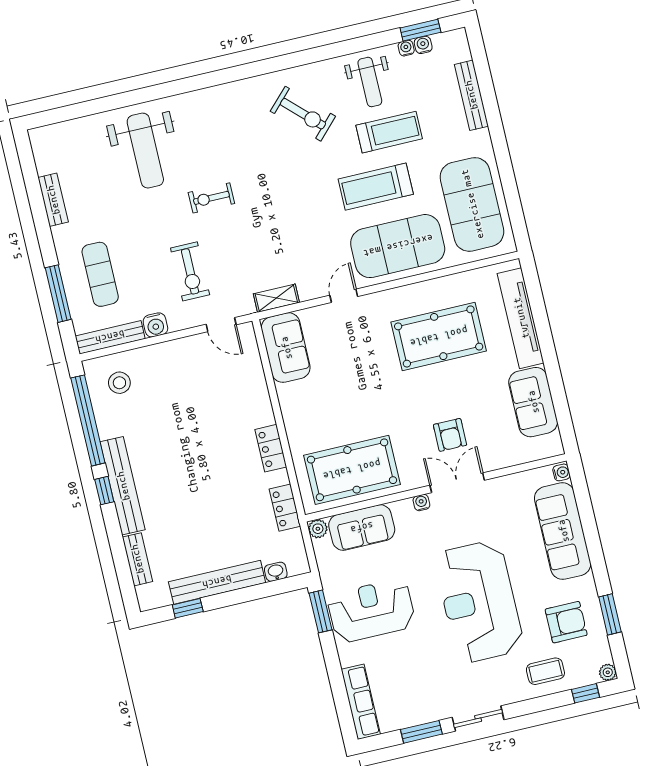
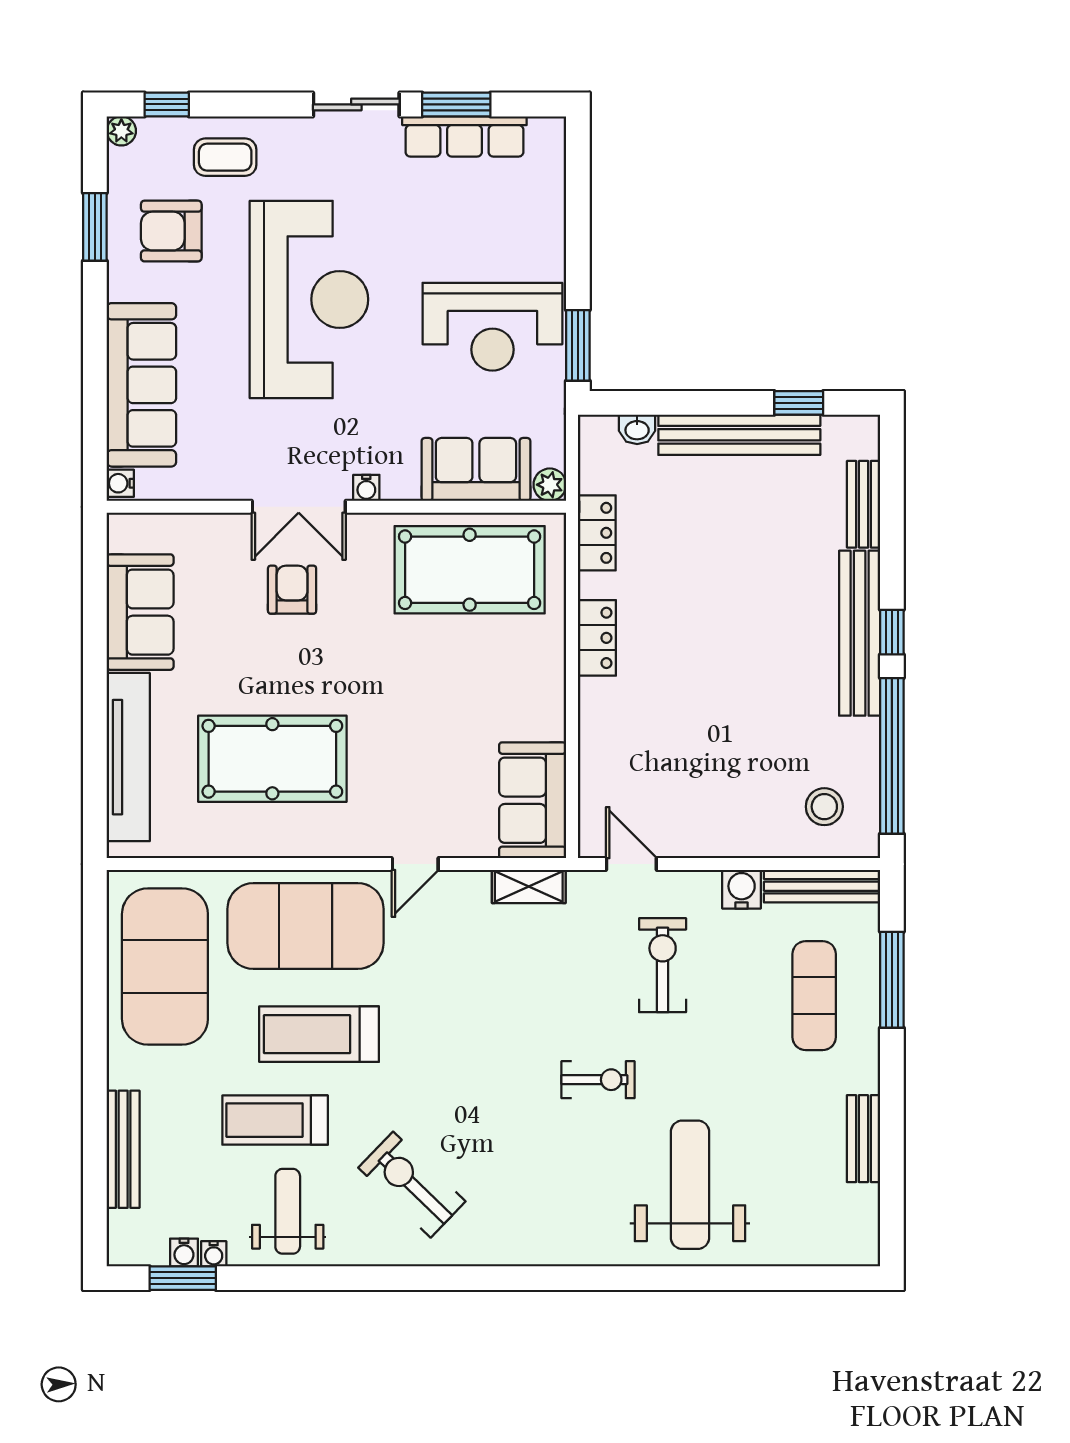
treadmill: (376, 187) -> (319, 1034), turned 180
row of seats: (361, 702) -> (464, 136), moved, turned -90

